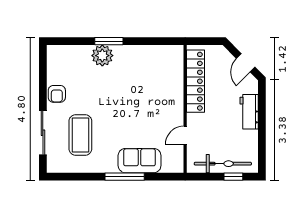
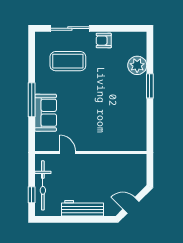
plant: (102, 56) -> (137, 65), moved
locker: (195, 81) -> (115, 162), removed
workbench: (249, 112) -> (82, 208), width x1.37

